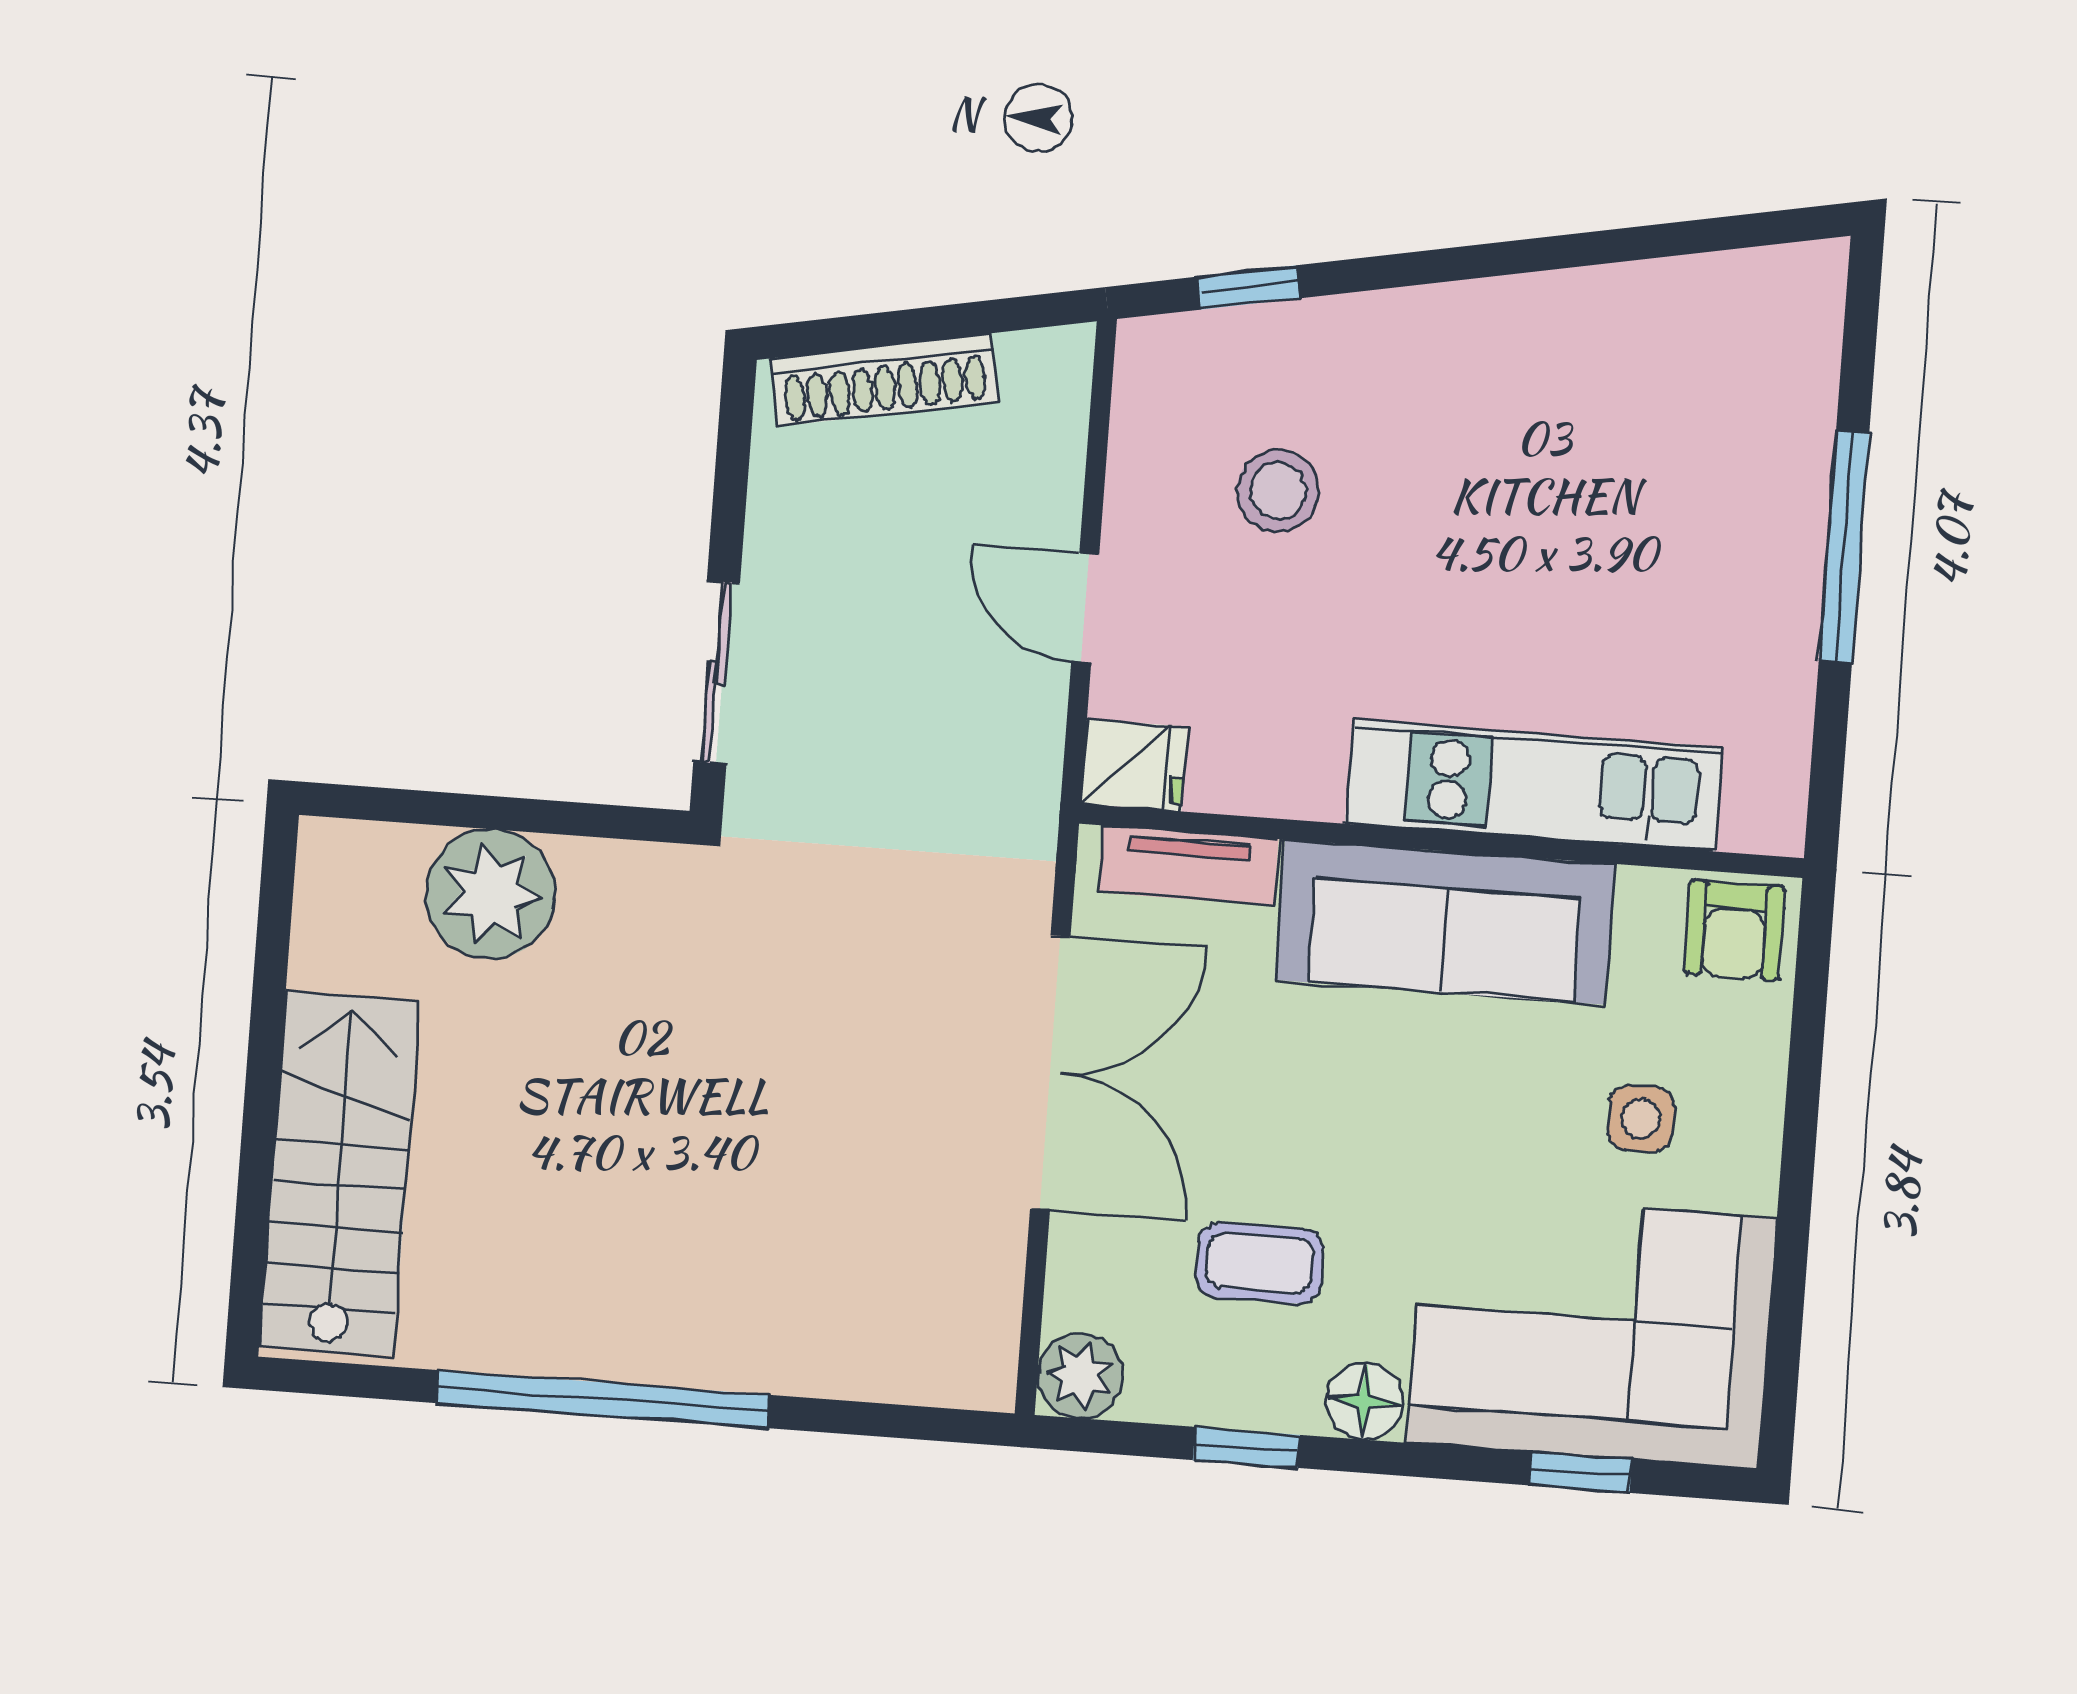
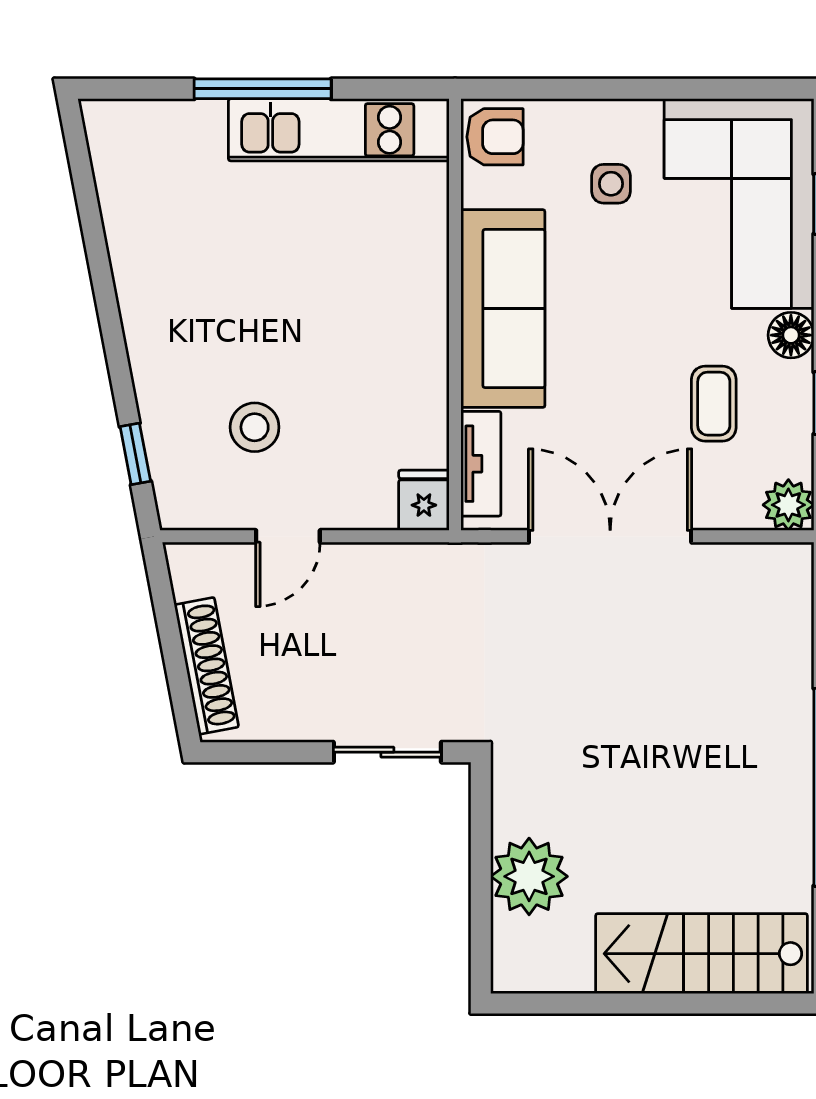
door: (1085, 608) -> (288, 536), moved
kitchen unit: (1534, 785) -> (339, 130), moved, turned -90

